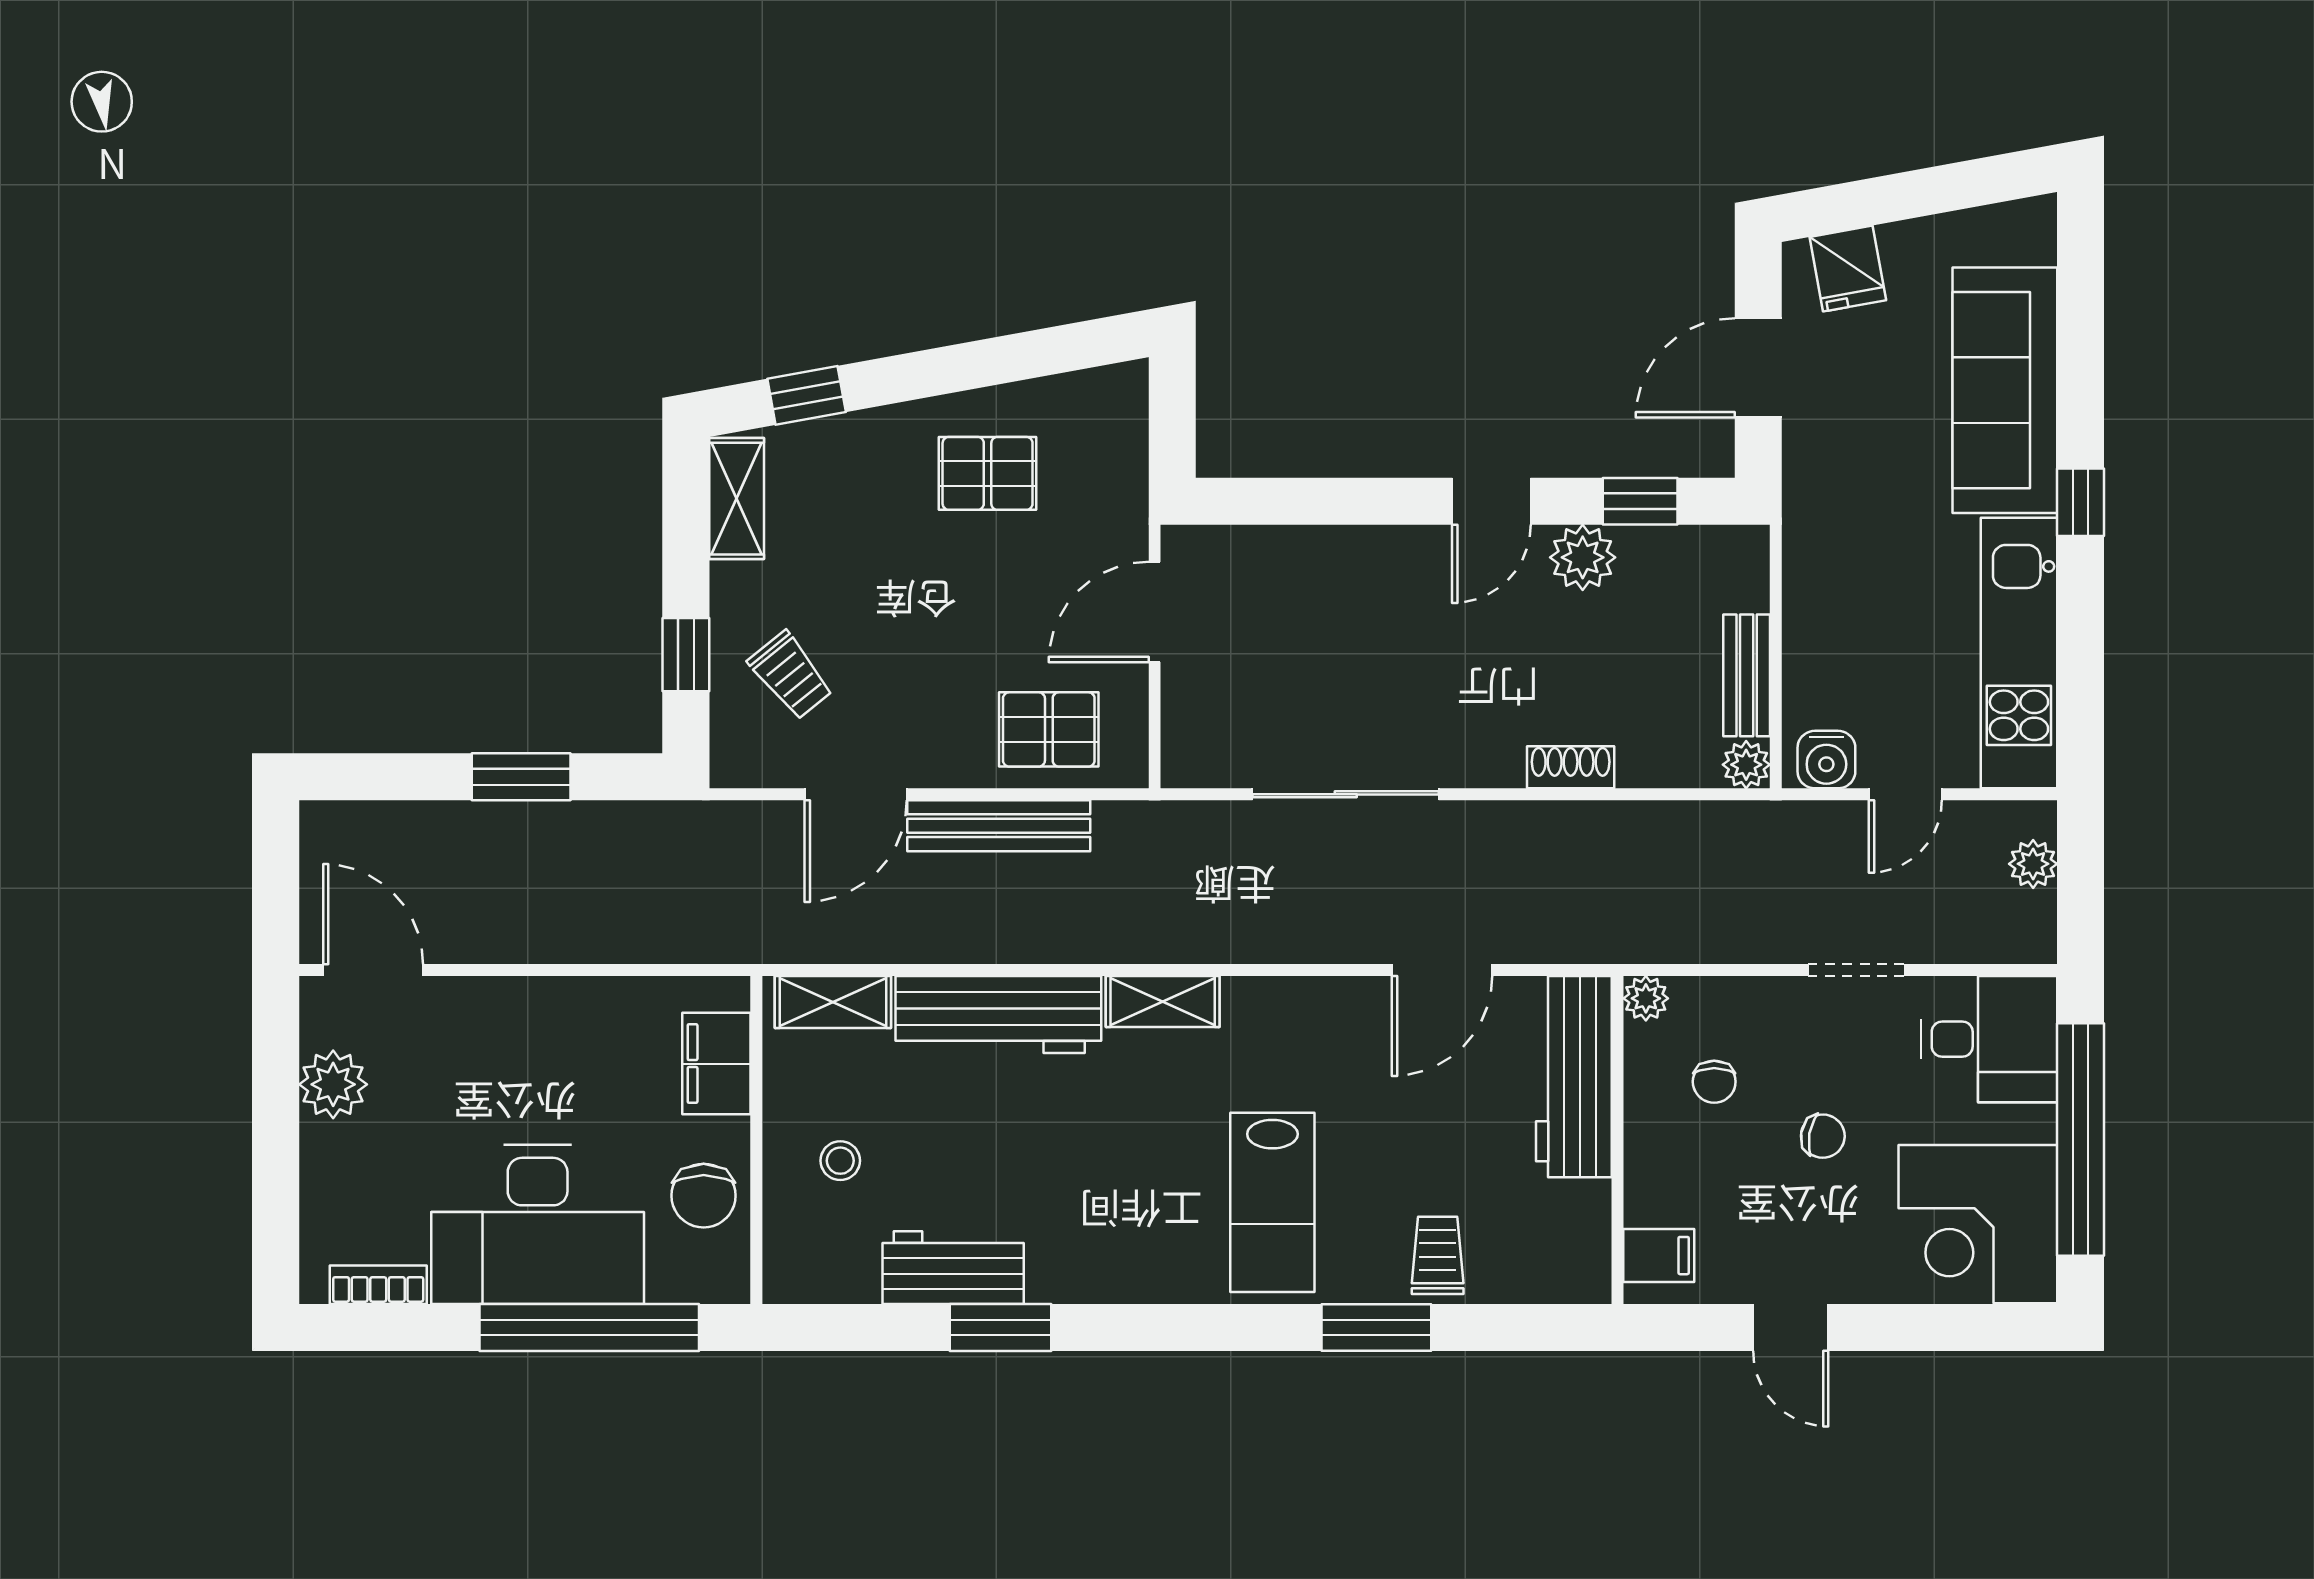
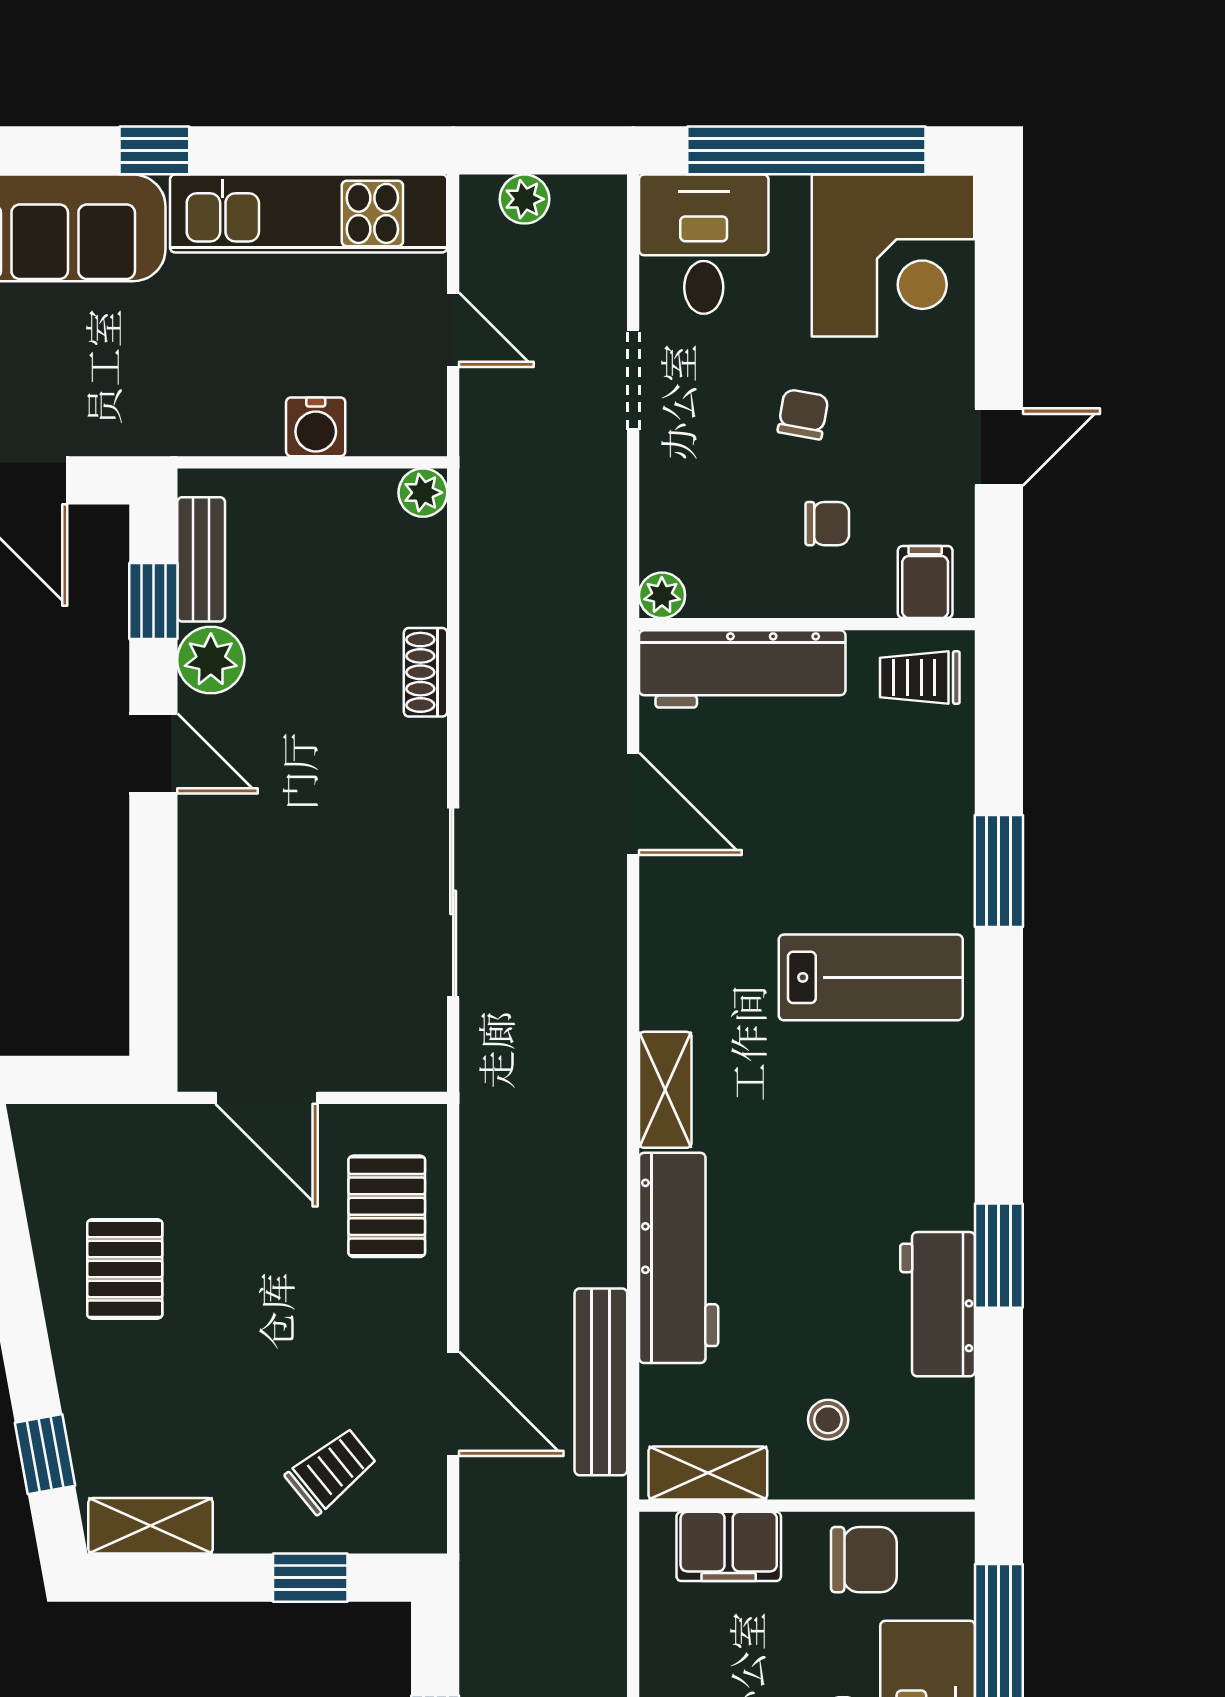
bench: (1747, 675) -> (201, 559), moved, turned 90
water cooler: (1826, 760) -> (316, 427), moved, turned 90
bench: (999, 826) -> (601, 1382), moved
shelving: (833, 1002) -> (708, 1473), moved, turned 90
chair: (1714, 1082) -> (827, 524), moved
trolley: (1438, 1255) -> (920, 678), moved

